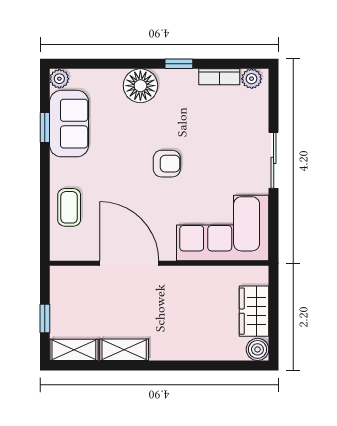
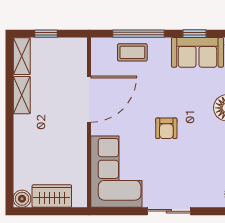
window: (45, 199) -> (139, 34), added

